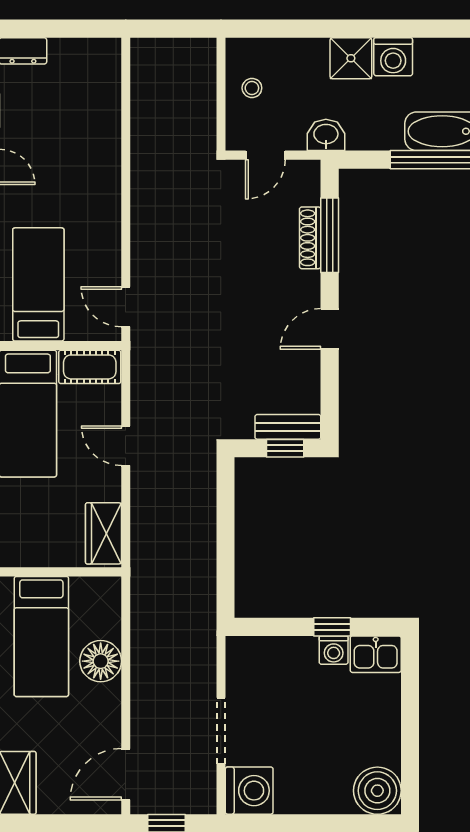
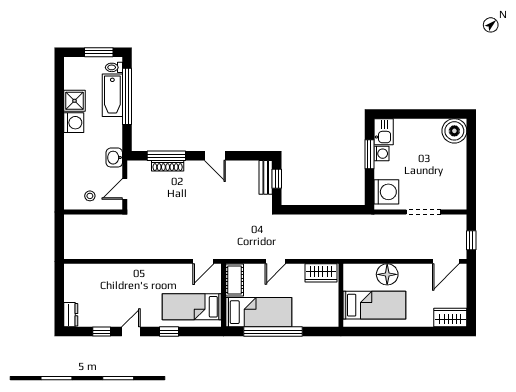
shower: (351, 58) -> (74, 101), moved
door: (265, 155) -> (125, 189), swing flipped
window: (332, 627) -> (369, 154), width x1.50
door: (126, 774) -> (446, 261), hinge flipped
washing machine: (249, 791) -> (386, 192), moved, turned 90

